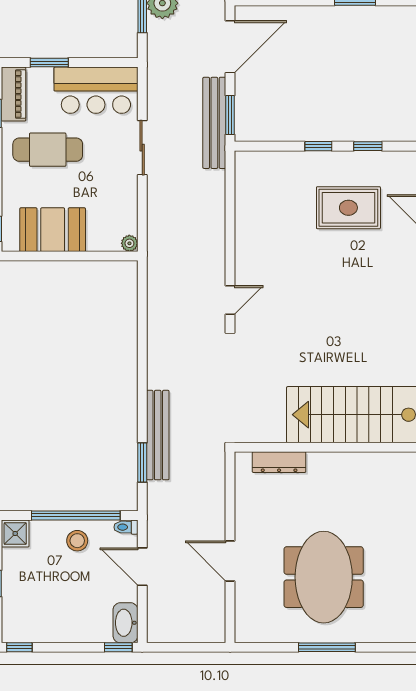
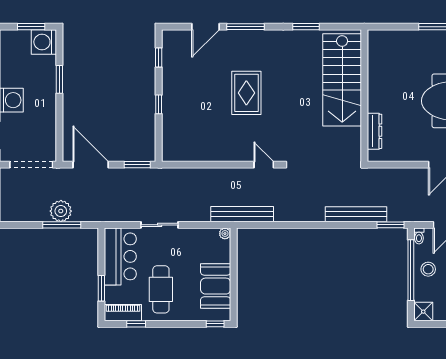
bench: (214, 123) -> (242, 214), moved
window: (368, 146) -> (159, 57), moved
rug: (348, 208) -> (246, 93), moved
window: (142, 463) -> (390, 225), moved

